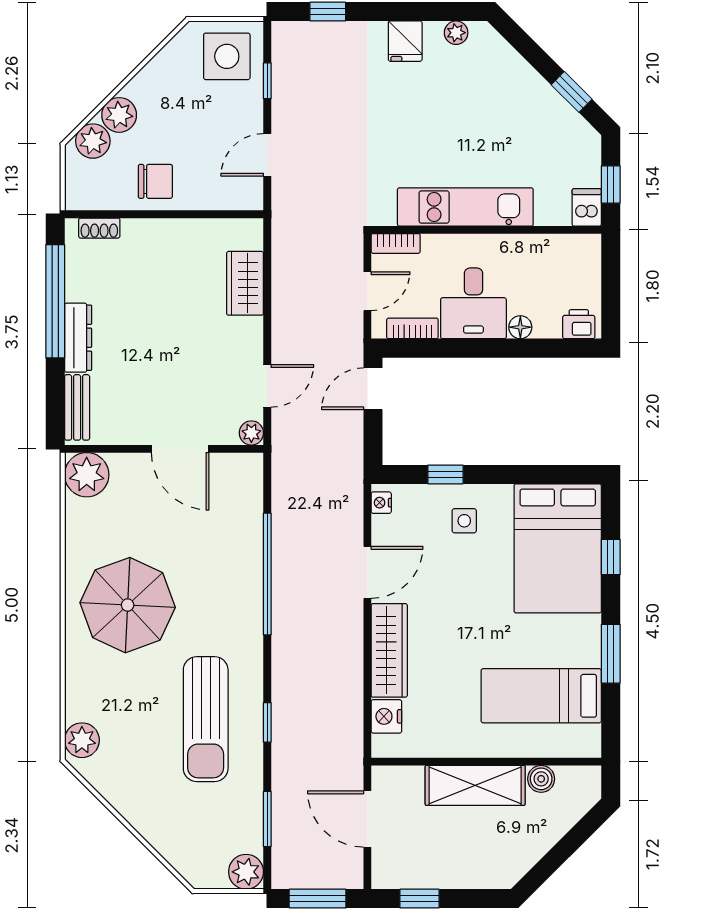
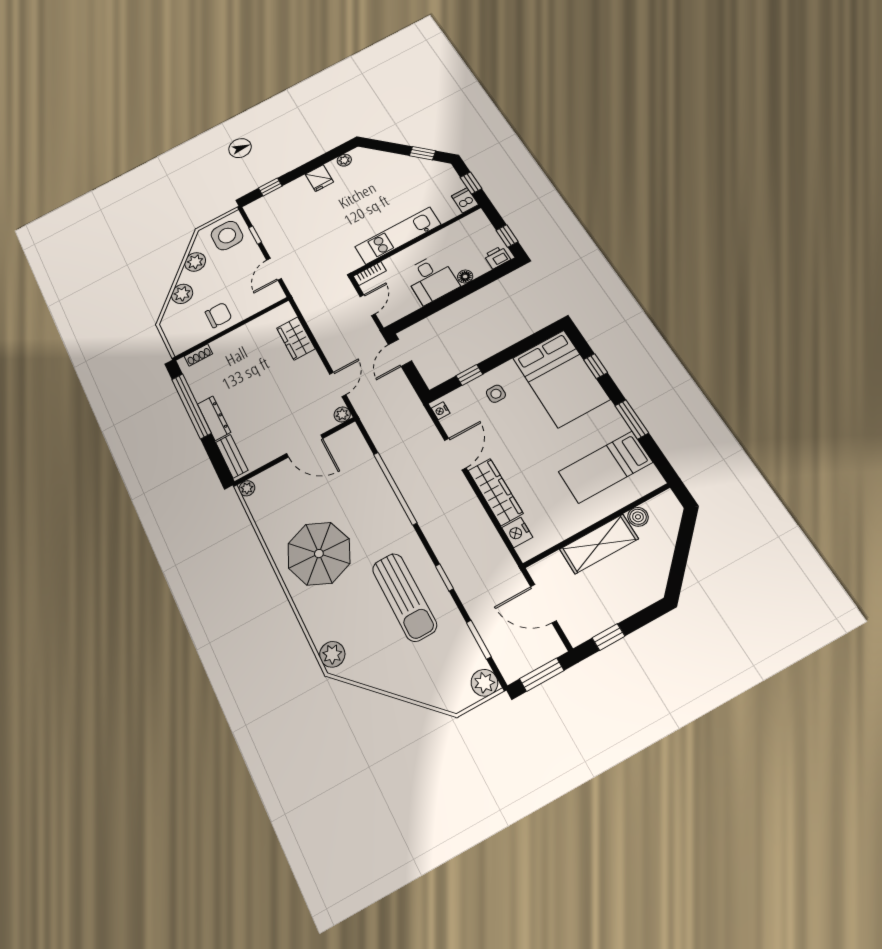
plant: (93, 141) -> (195, 262), moved
window: (611, 299) -> (507, 236), added
bookcase: (412, 328) -> (404, 310), removed
plant: (87, 475) -> (247, 488), width x0.53, depth x0.53

